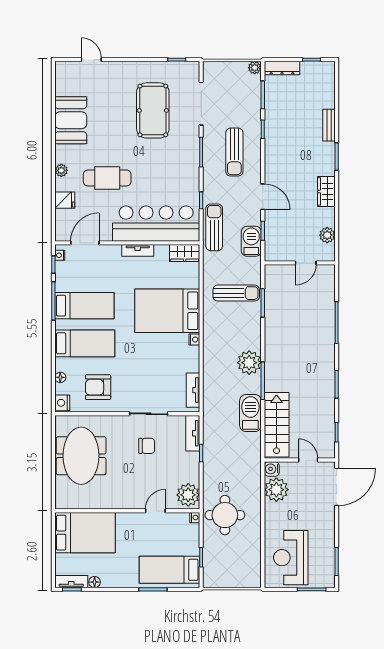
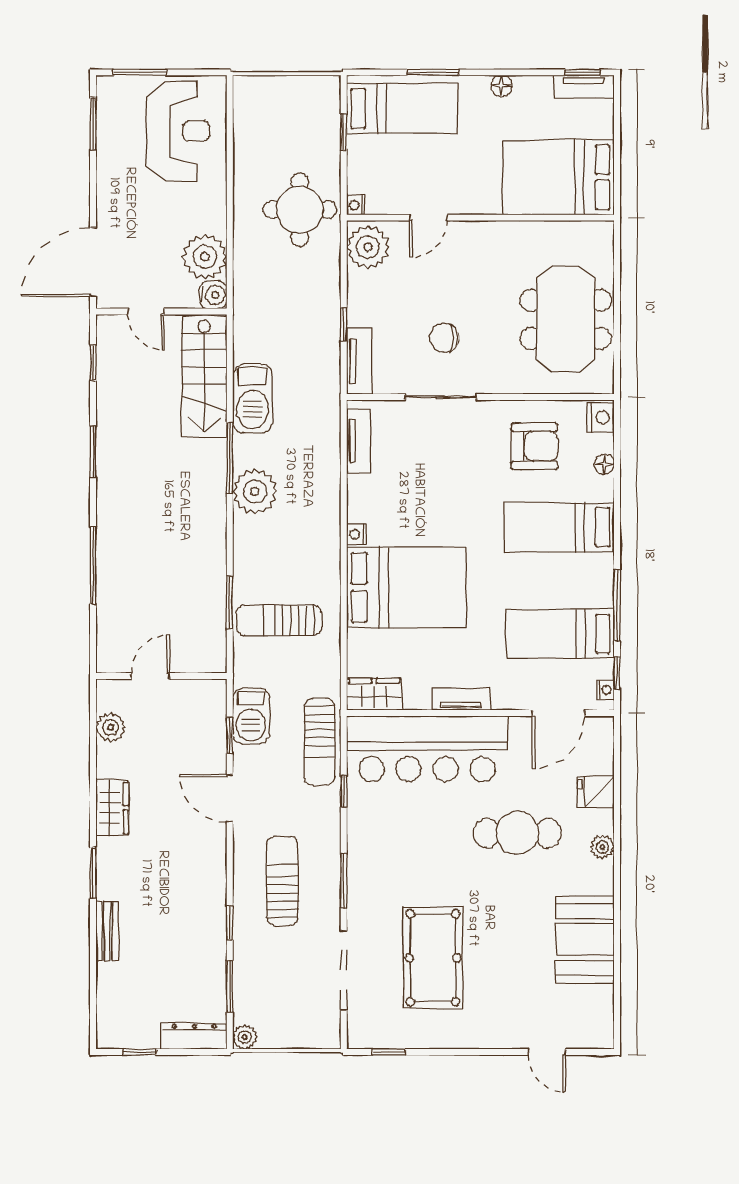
bed: (84, 306) -> (560, 634), moved
floor lamp: (95, 582) -> (501, 86), moved

